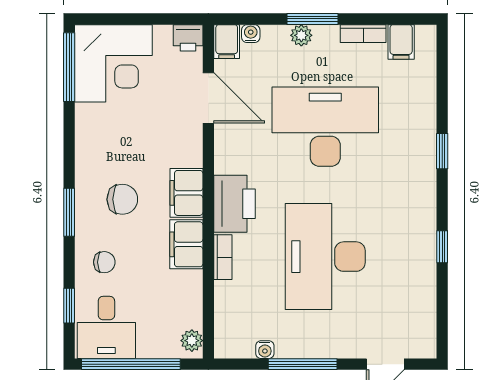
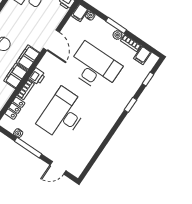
plant: (301, 35) -> (117, 35), moved
door: (208, 98) -> (51, 40), moved
printer: (235, 204) -> (37, 76), width x0.53, depth x0.68
window: (442, 247) -> (148, 79), moved
locker: (226, 307) -> (15, 108), added

